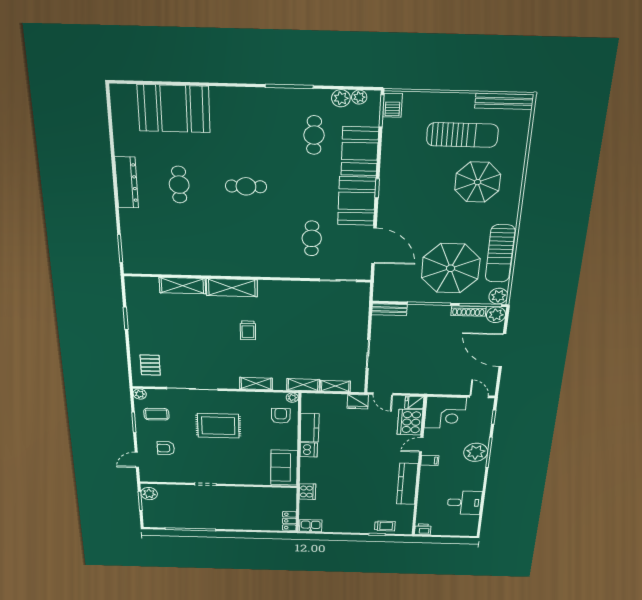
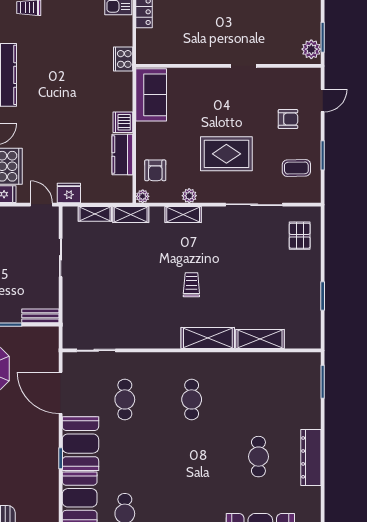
cafe table: (246, 186) -> (192, 399), moved, turned 90
plant: (140, 394) -> (189, 196), moved

